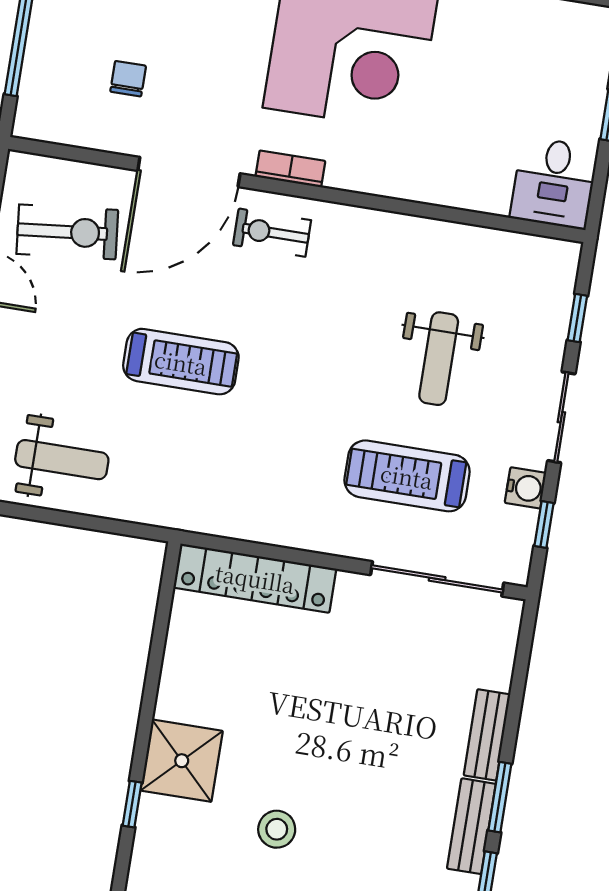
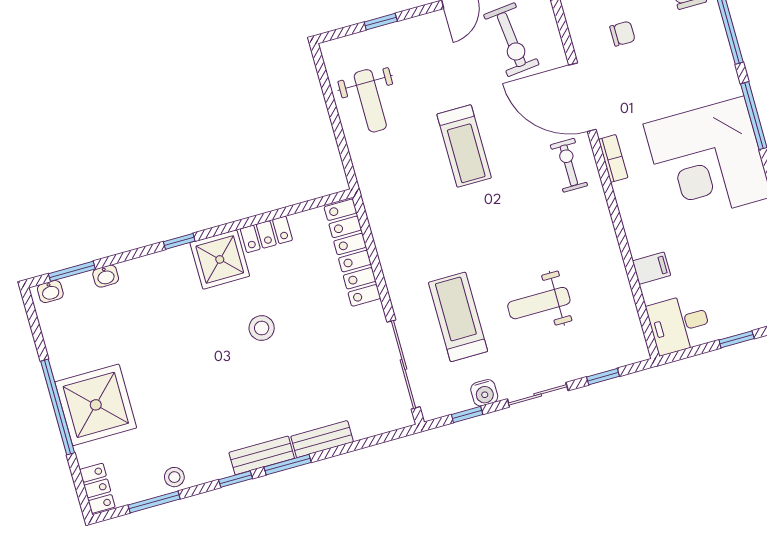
filing cabinet: (462, 185) -> (652, 268), added
locker: (177, 682) -> (266, 234), added
stool: (277, 829) -> (262, 328), moved

